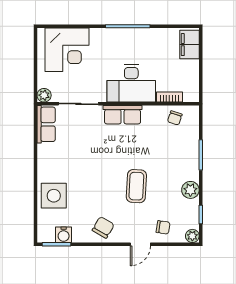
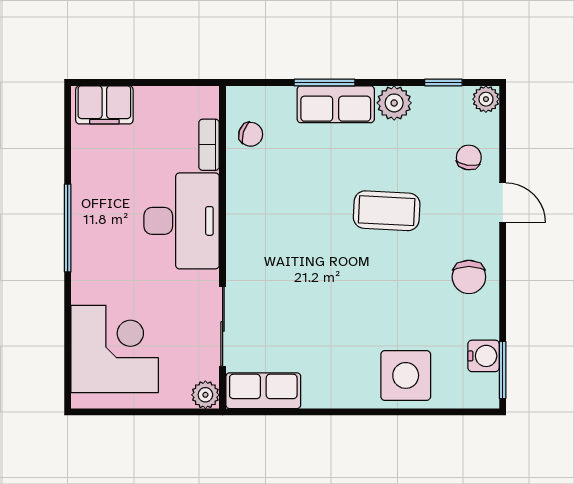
row of seats: (123, 115) -> (336, 104), moved, turned 90
chair: (103, 227) -> (469, 277), turned -120

